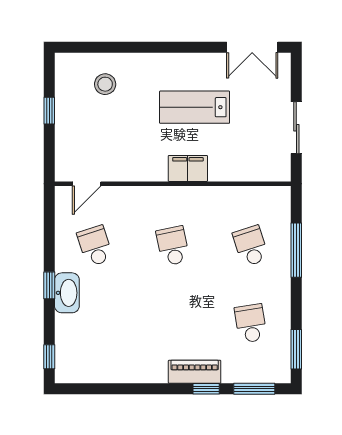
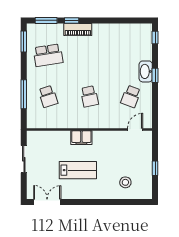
school desk: (95, 246) -> (131, 96), turned 39
school desk: (251, 323) -> (48, 55), width x1.85

